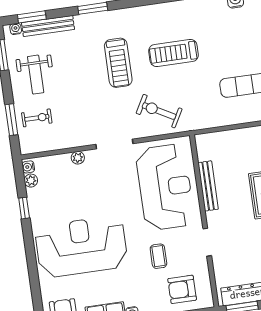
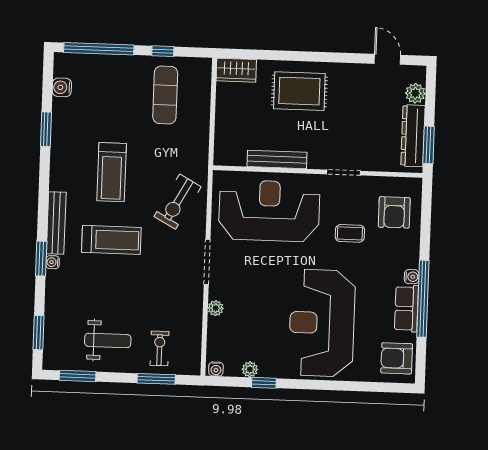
bench: (48, 26) -> (56, 223), moved
water cooler: (16, 29) -> (53, 262), moved
plant: (31, 181) -> (250, 369), moved

